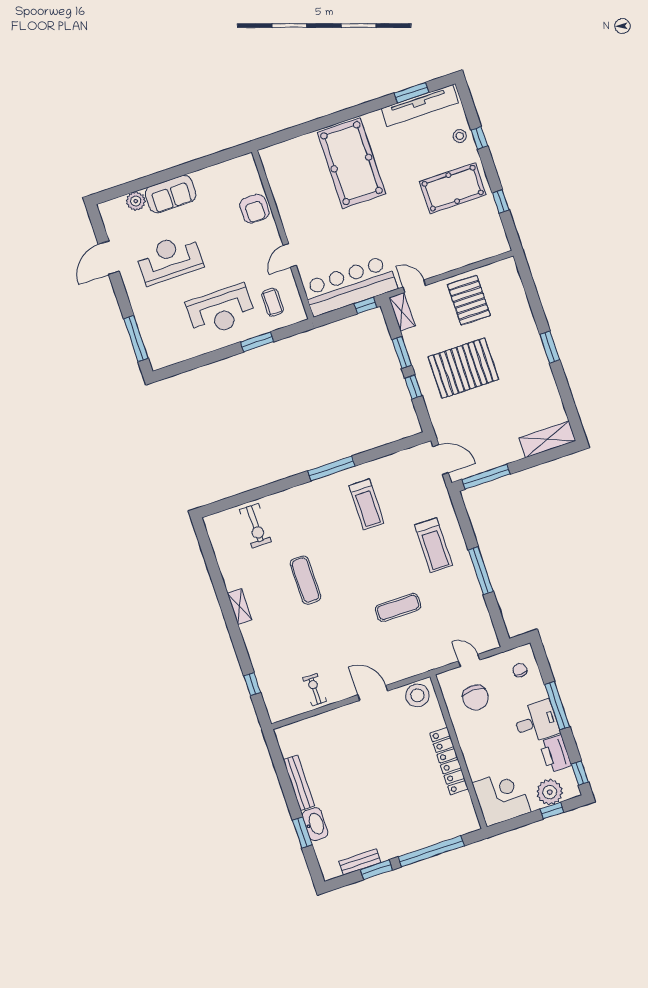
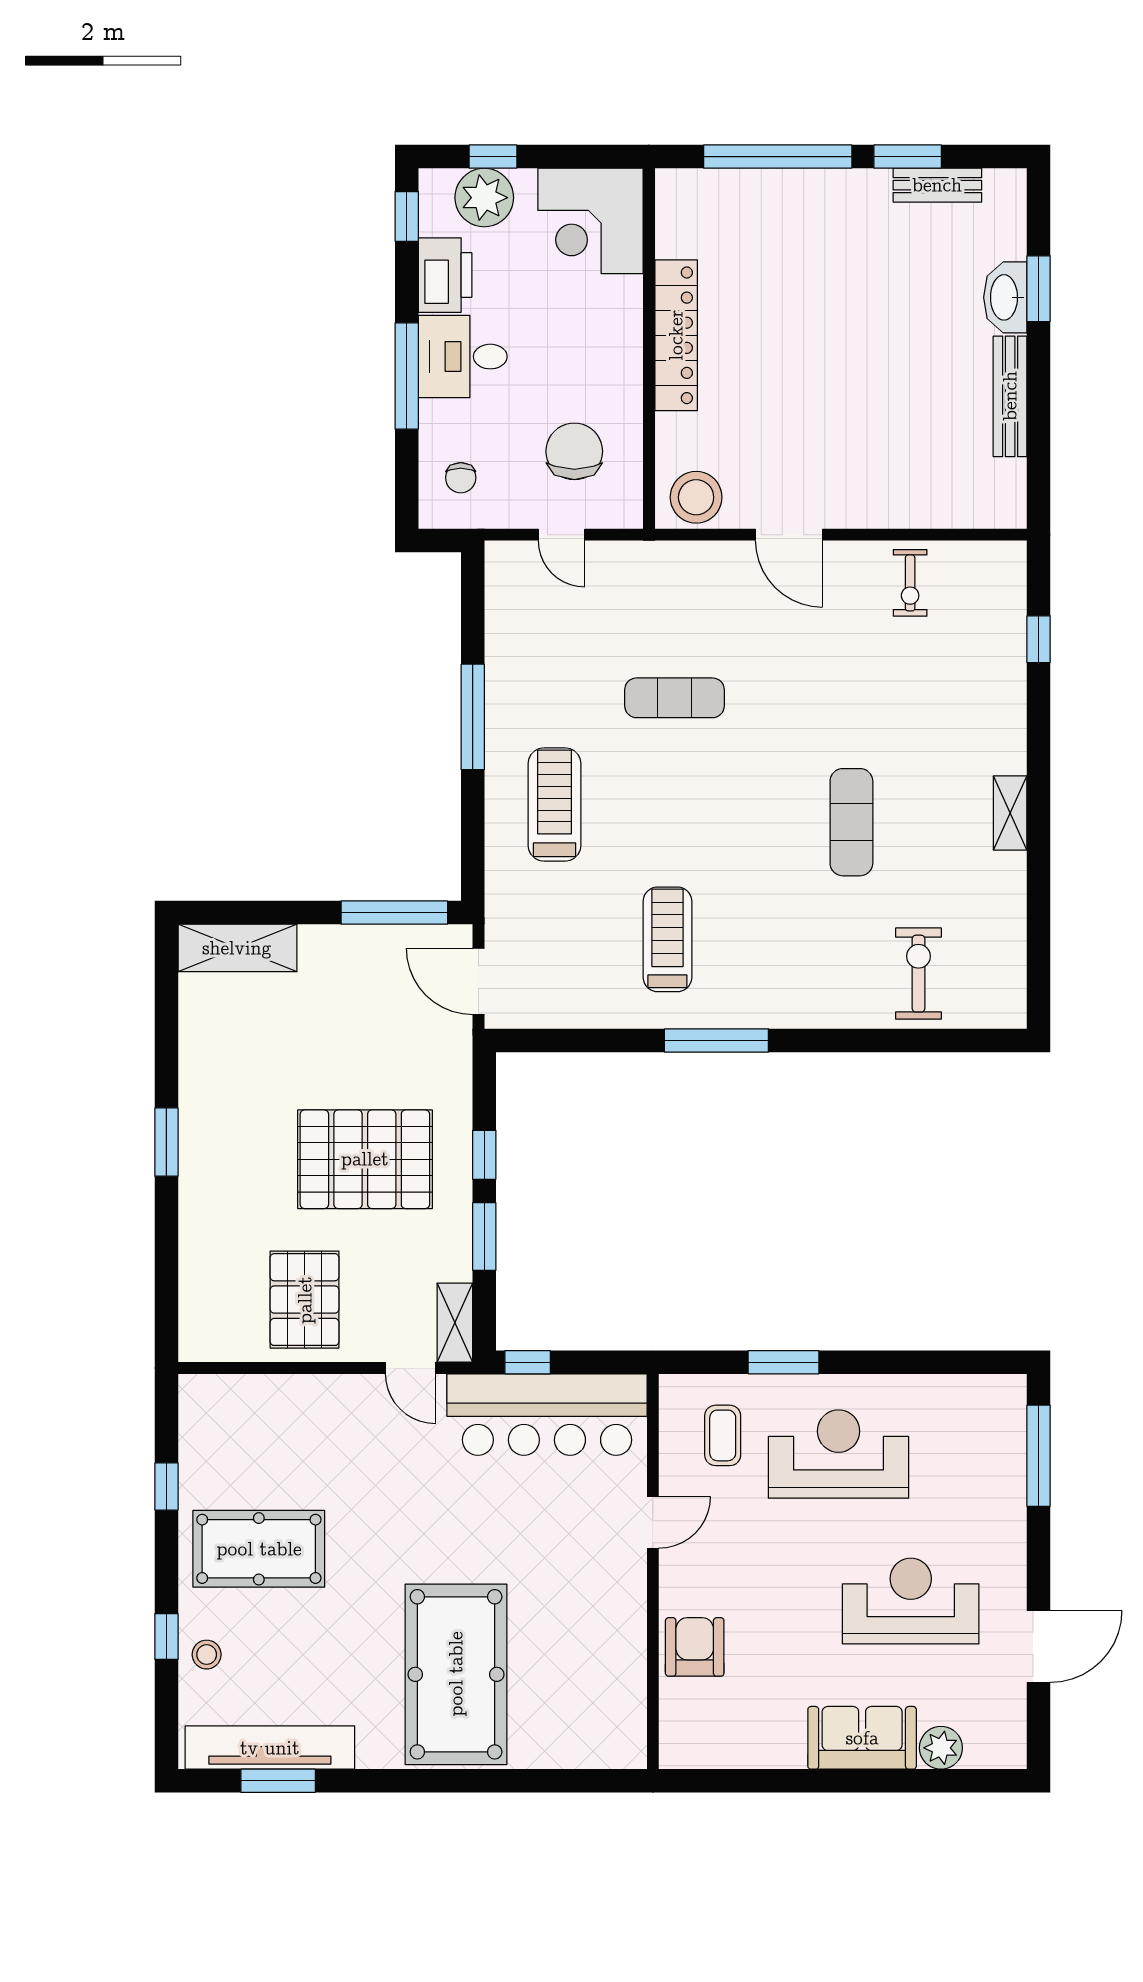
reception desk: (169, 259) -> (911, 1601), turned 180

